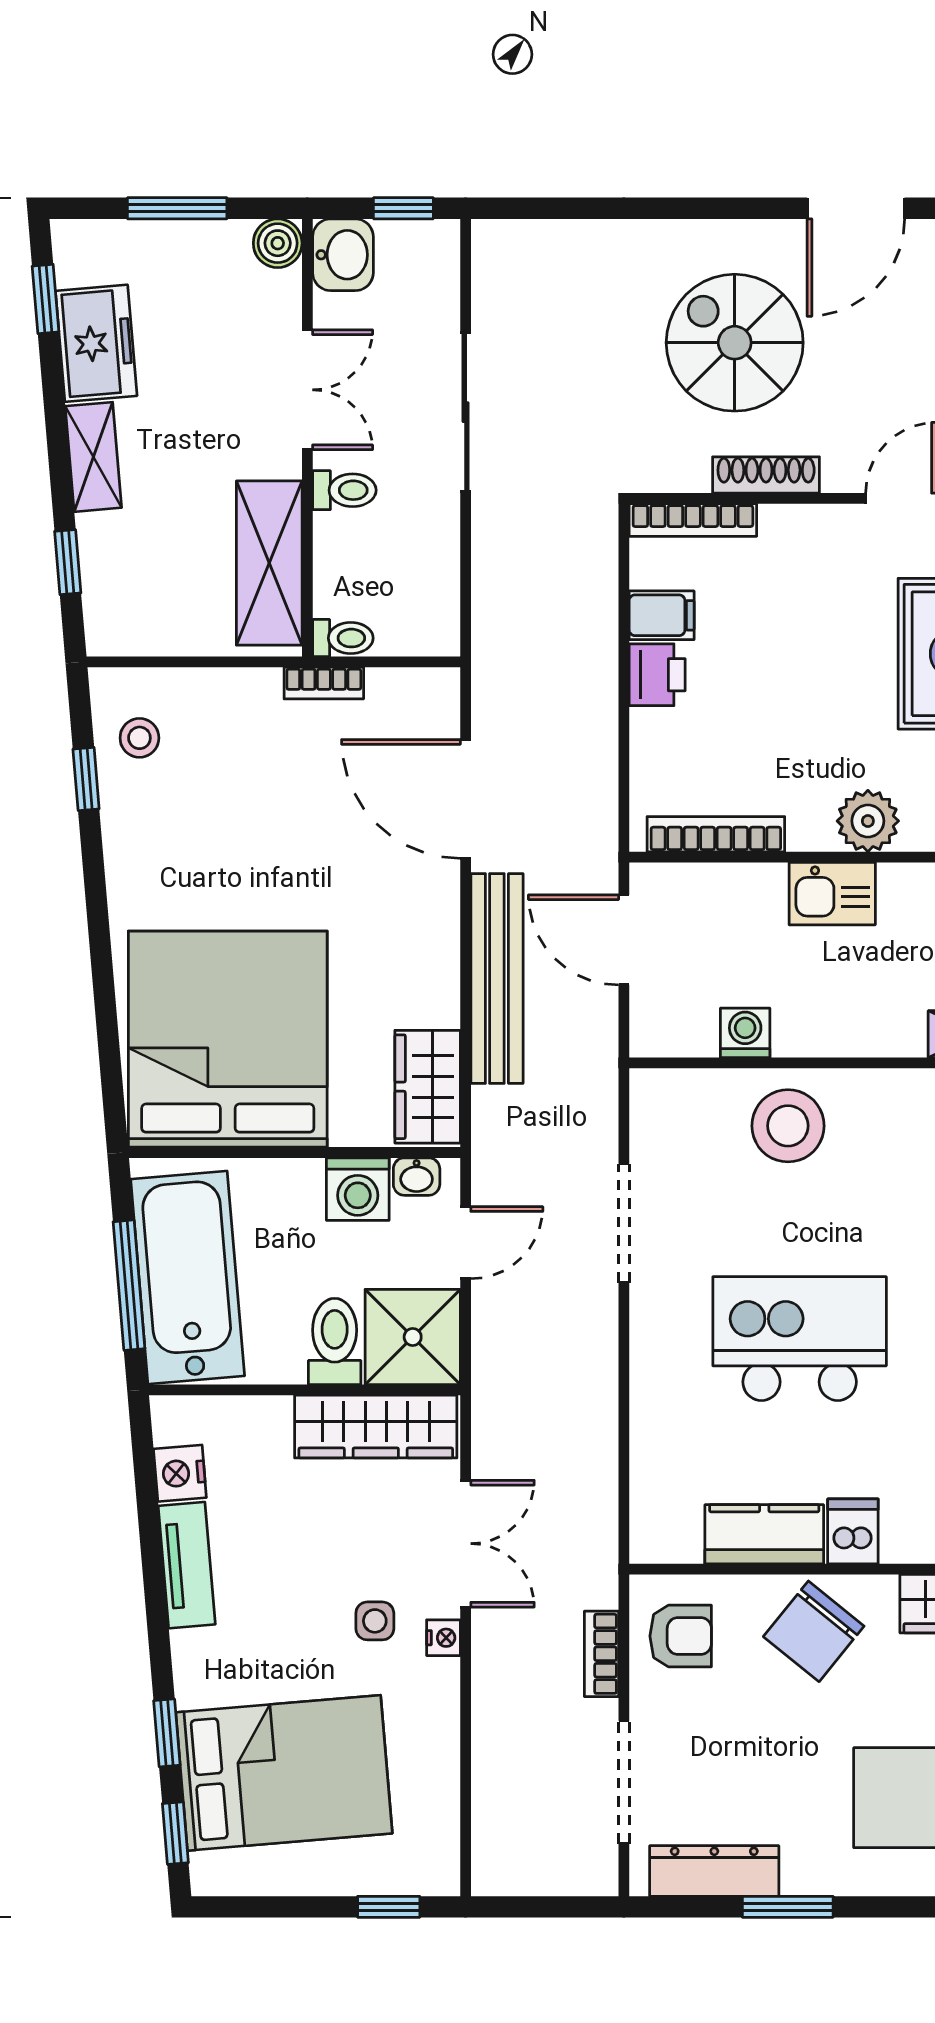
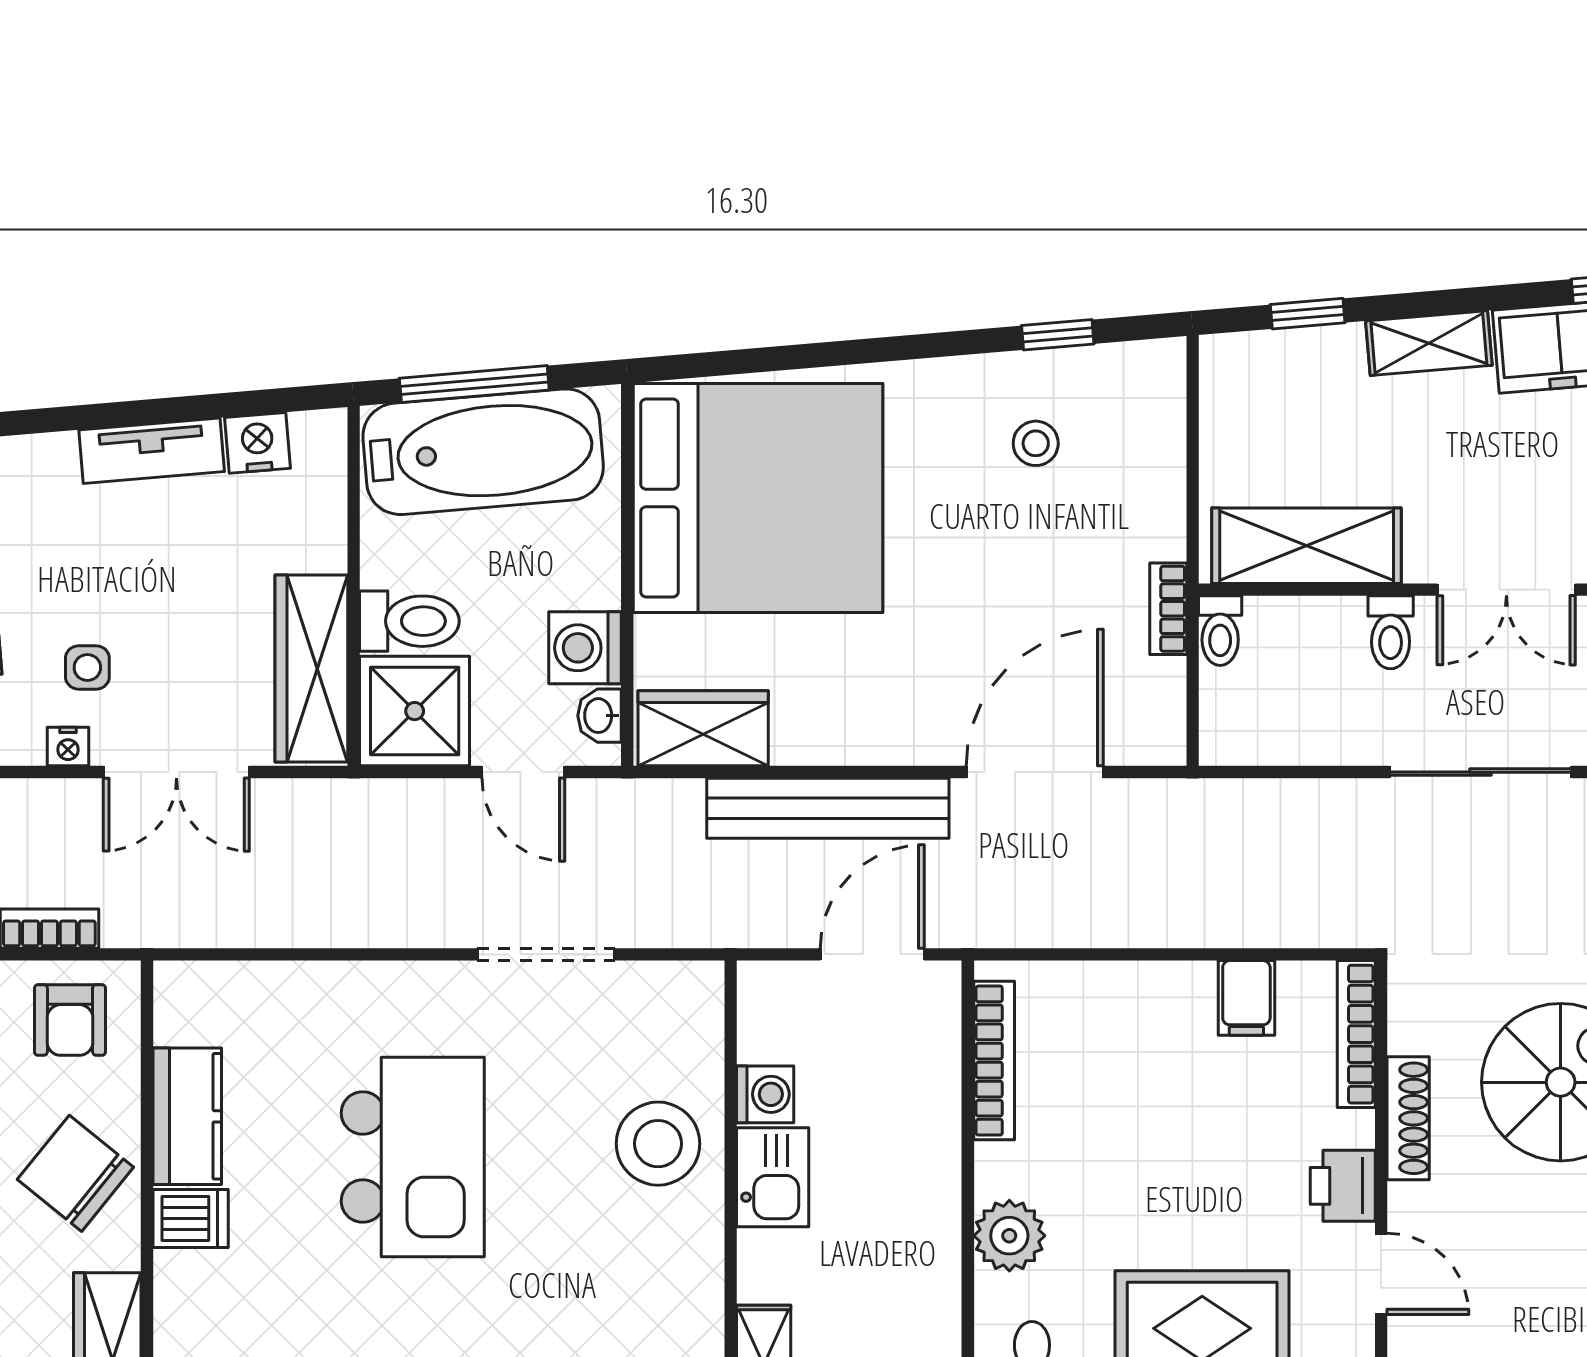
printer: (657, 675) -> (1343, 1186), moved, turned 90
stool: (139, 738) -> (1036, 443), moved
kitchen sink: (832, 894) -> (773, 1177), moved, turned 180

